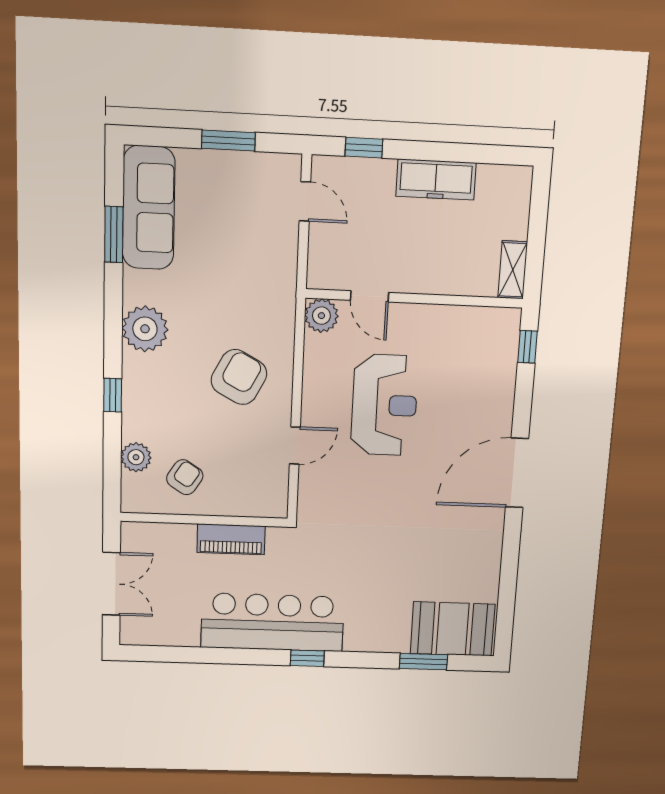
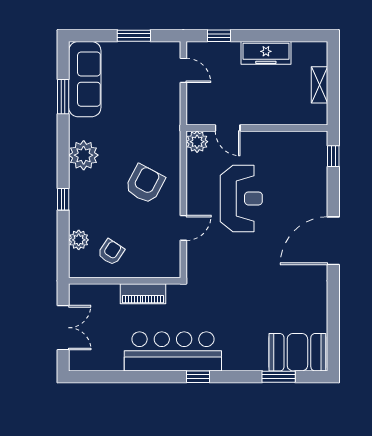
shelving: (513, 270) -> (320, 85), moved

